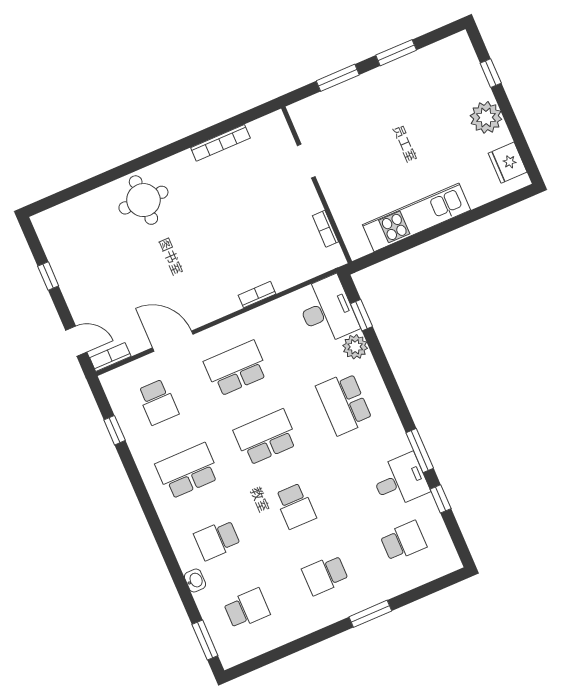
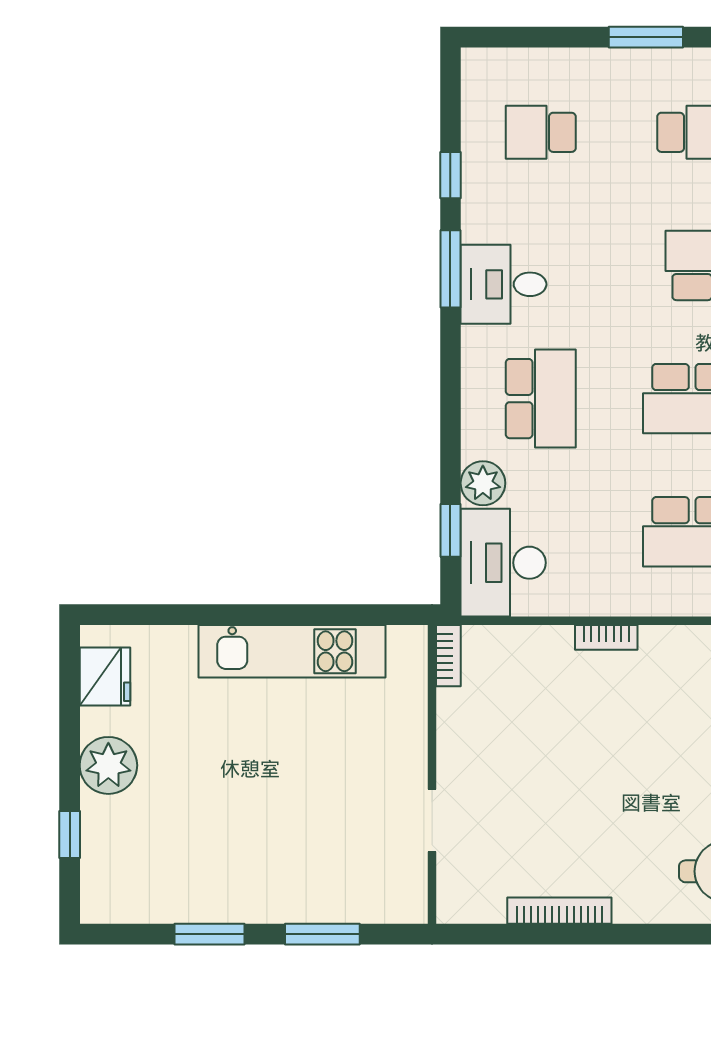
bookcase: (325, 229) -> (448, 656), moved
desk: (400, 481) -> (504, 284), moved

